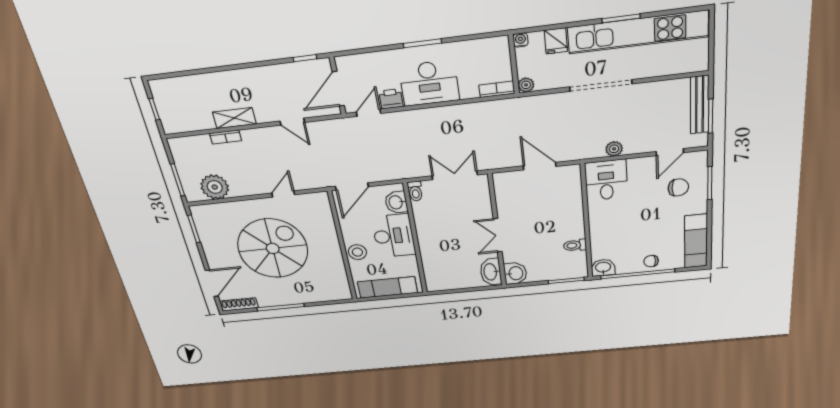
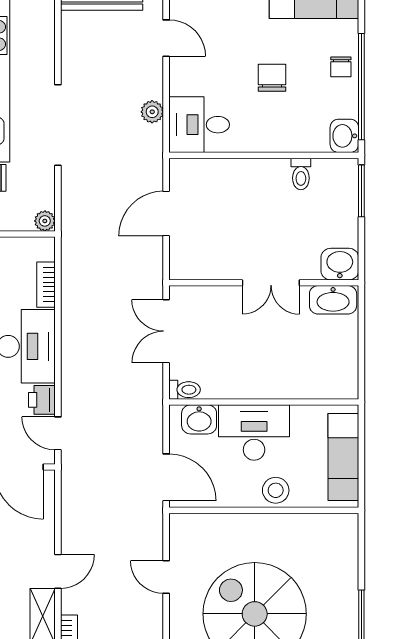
bookcase: (497, 89) -> (46, 285), moved
door: (292, 122) -> (58, 571), moved
chair: (678, 187) -> (272, 78), moved

